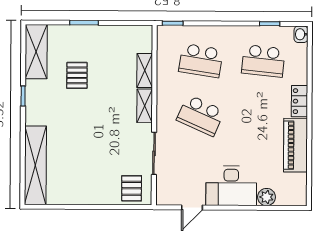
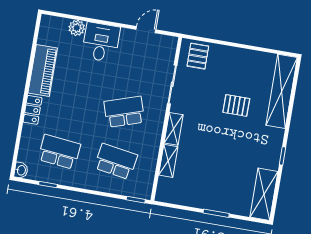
pallet: (77, 75) -> (236, 105), moved, turned 90
school desk: (201, 115) -> (124, 112), turned -42
desk: (231, 186) -> (101, 42), width x0.73

